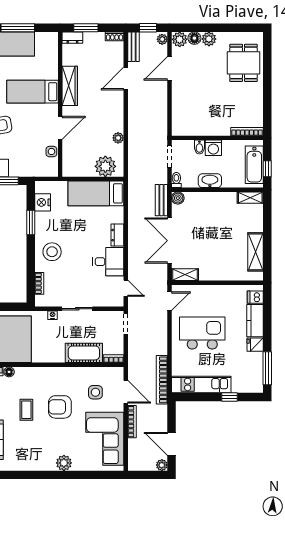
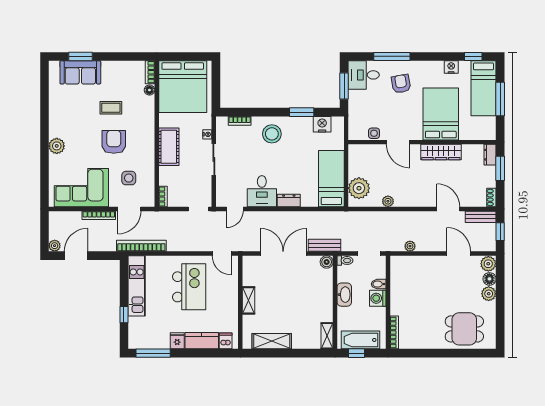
plant: (162, 39) -> (410, 246), moved
bed: (33, 92) -> (441, 114), width x1.50
shelving: (185, 275) -> (249, 300), moved
cot: (84, 353) -> (169, 147), moved

